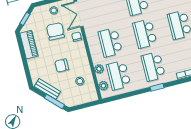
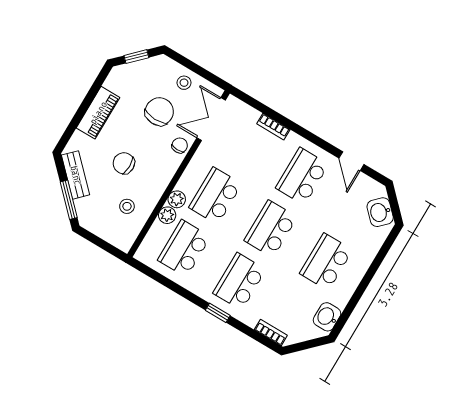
piano: (29, 45) -> (98, 113), moved
plant: (103, 86) -> (177, 199), moved

